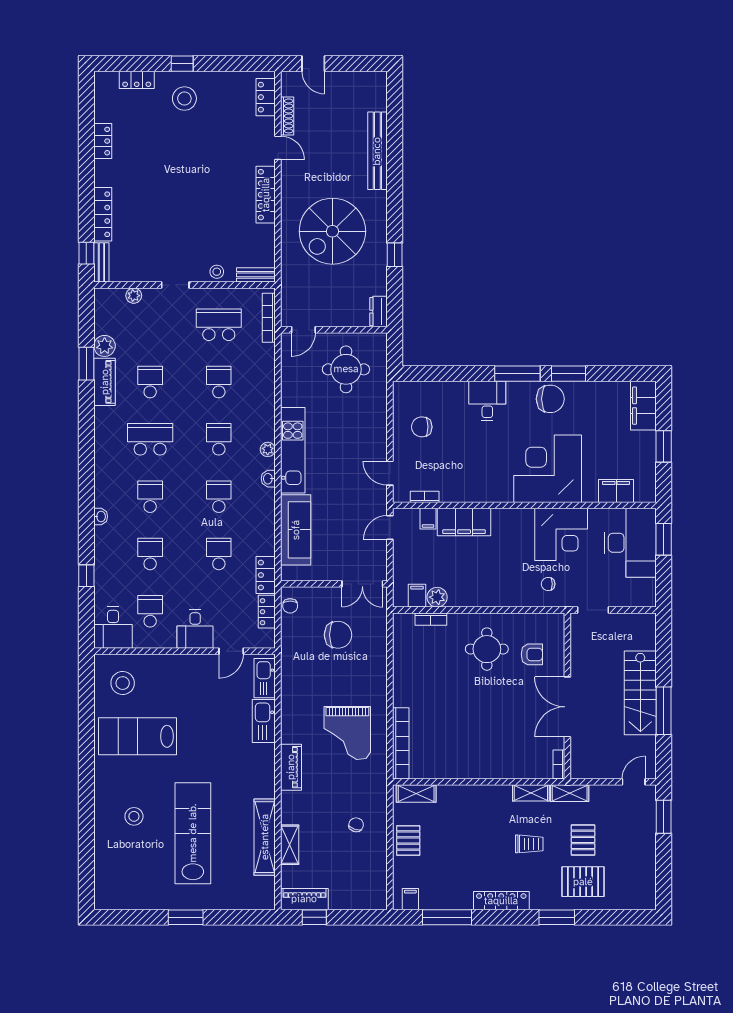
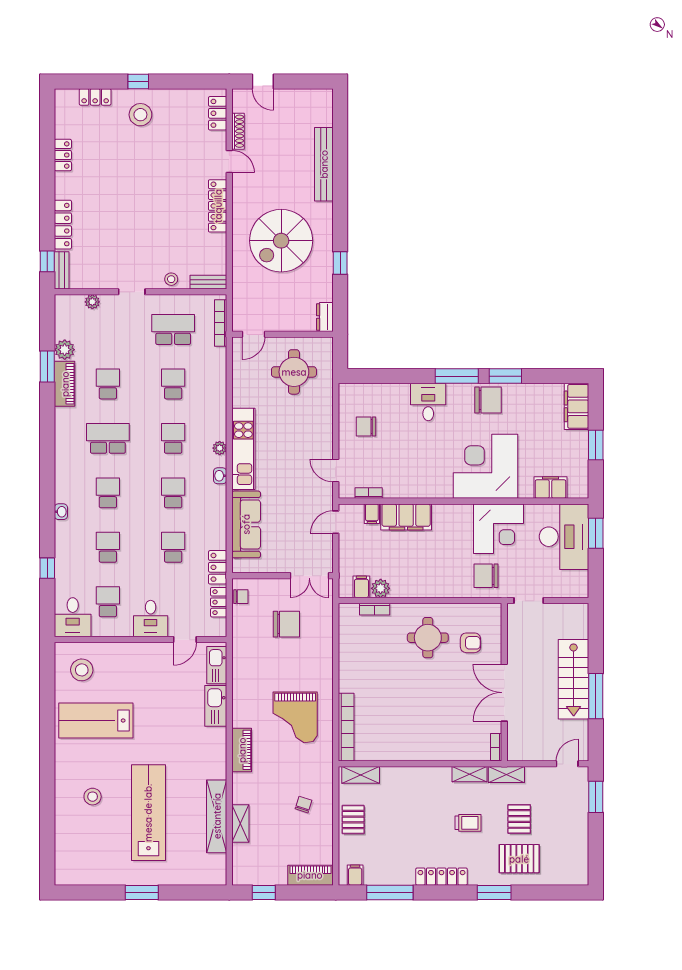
chair: (548, 584) -> (486, 576), width x1.87, depth x1.87
chair: (290, 606) -> (241, 597), turned -90
piano: (304, 899) -> (310, 875), moved

